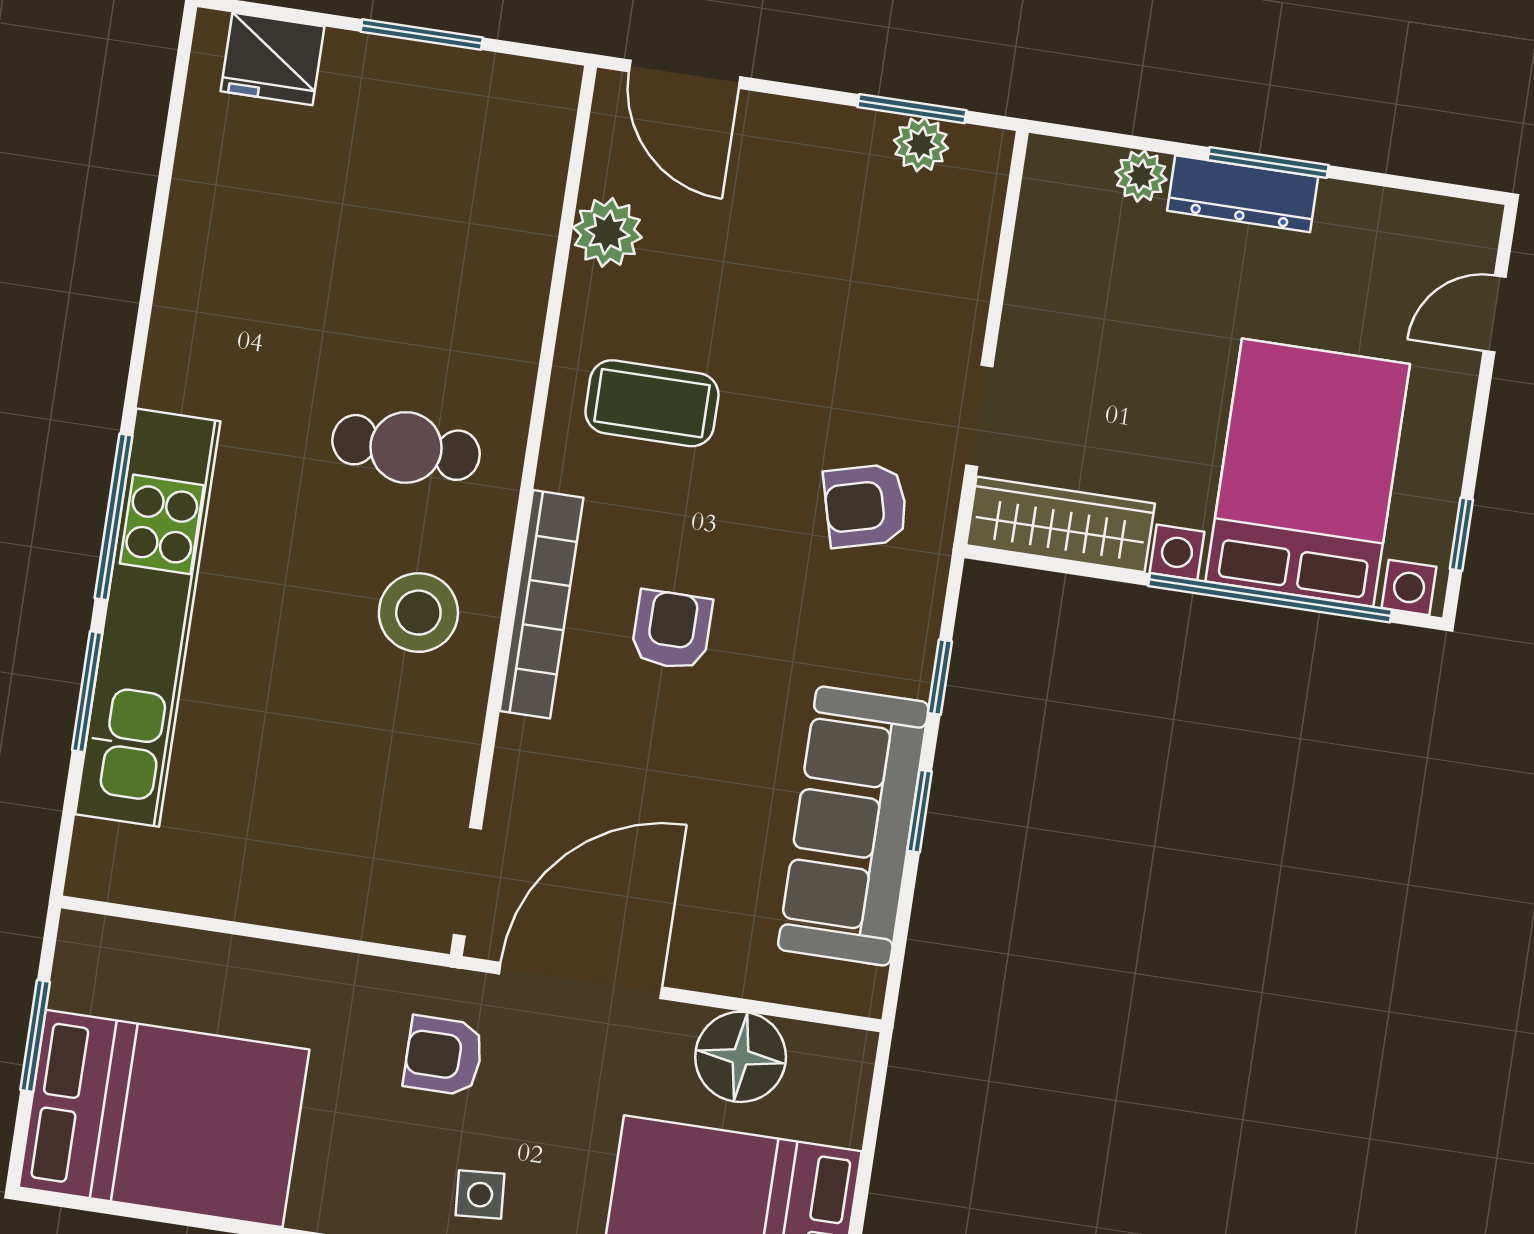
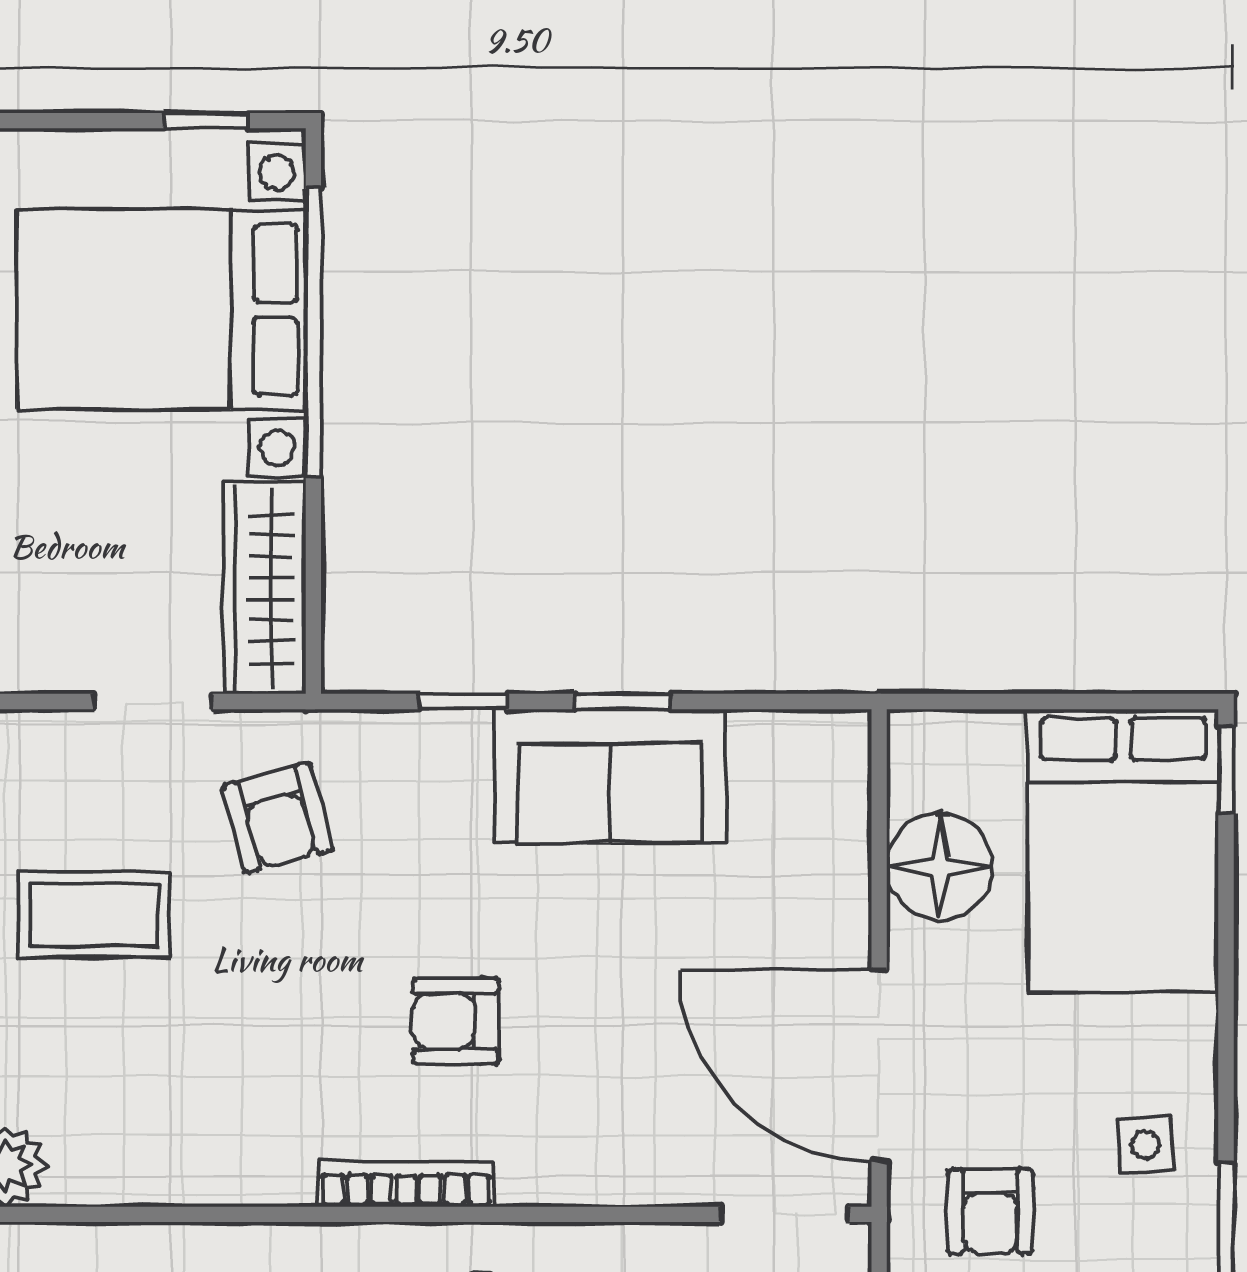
coffee table: (652, 403) -> (94, 915), moved, turned 90
bookcase: (542, 604) -> (406, 1184), width x0.68, depth x0.76
sofa: (853, 826) -> (610, 776), width x0.73

